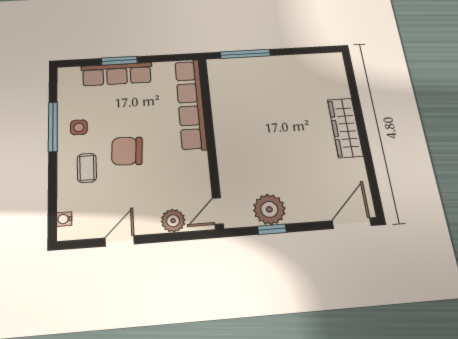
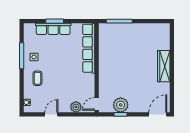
chair: (127, 151) -> (56, 71), removed

